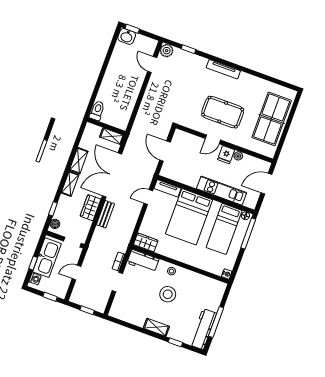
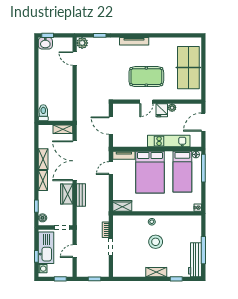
workbench: (143, 261) -> (125, 222), removed

